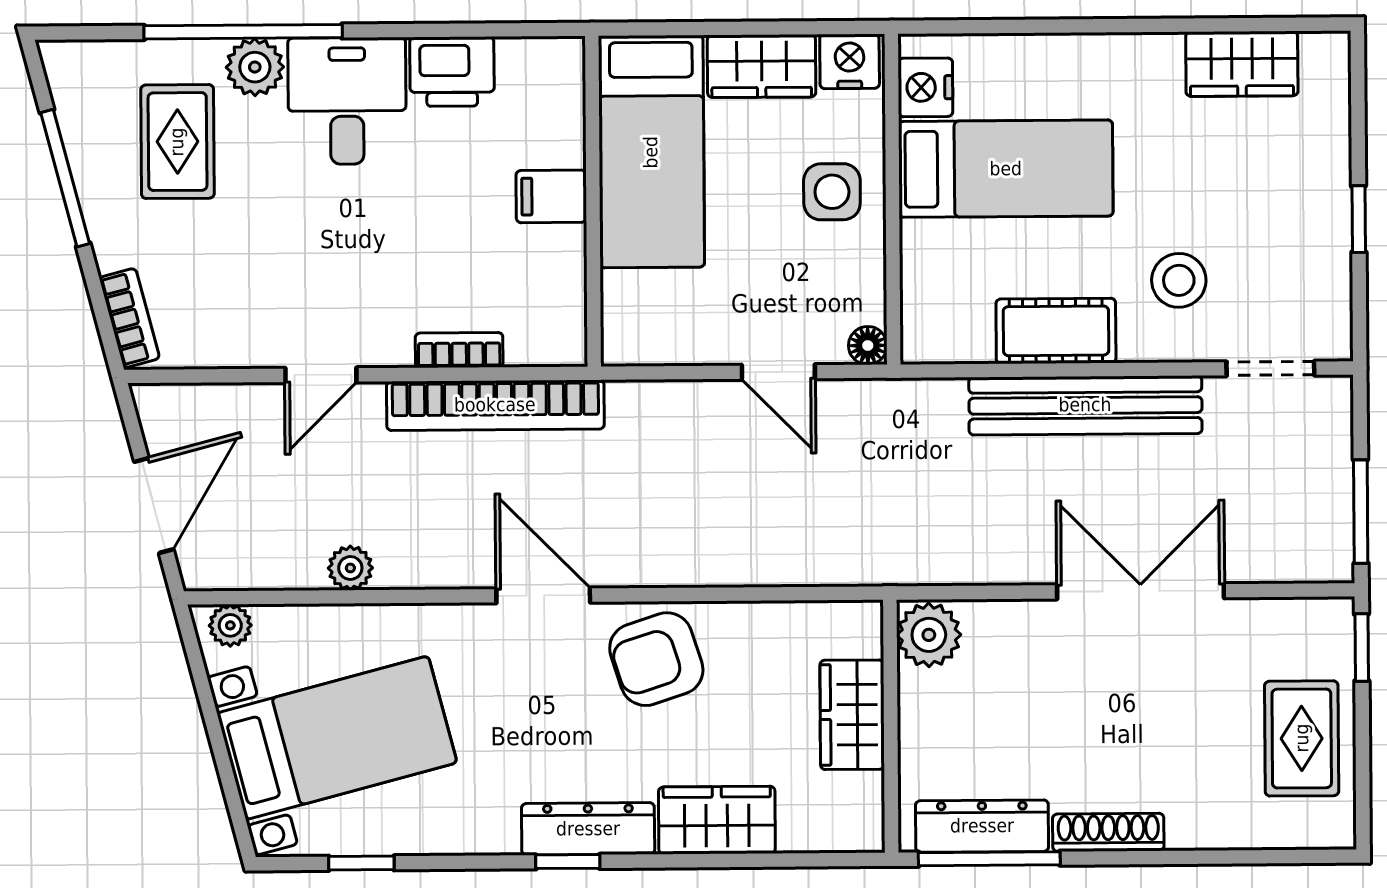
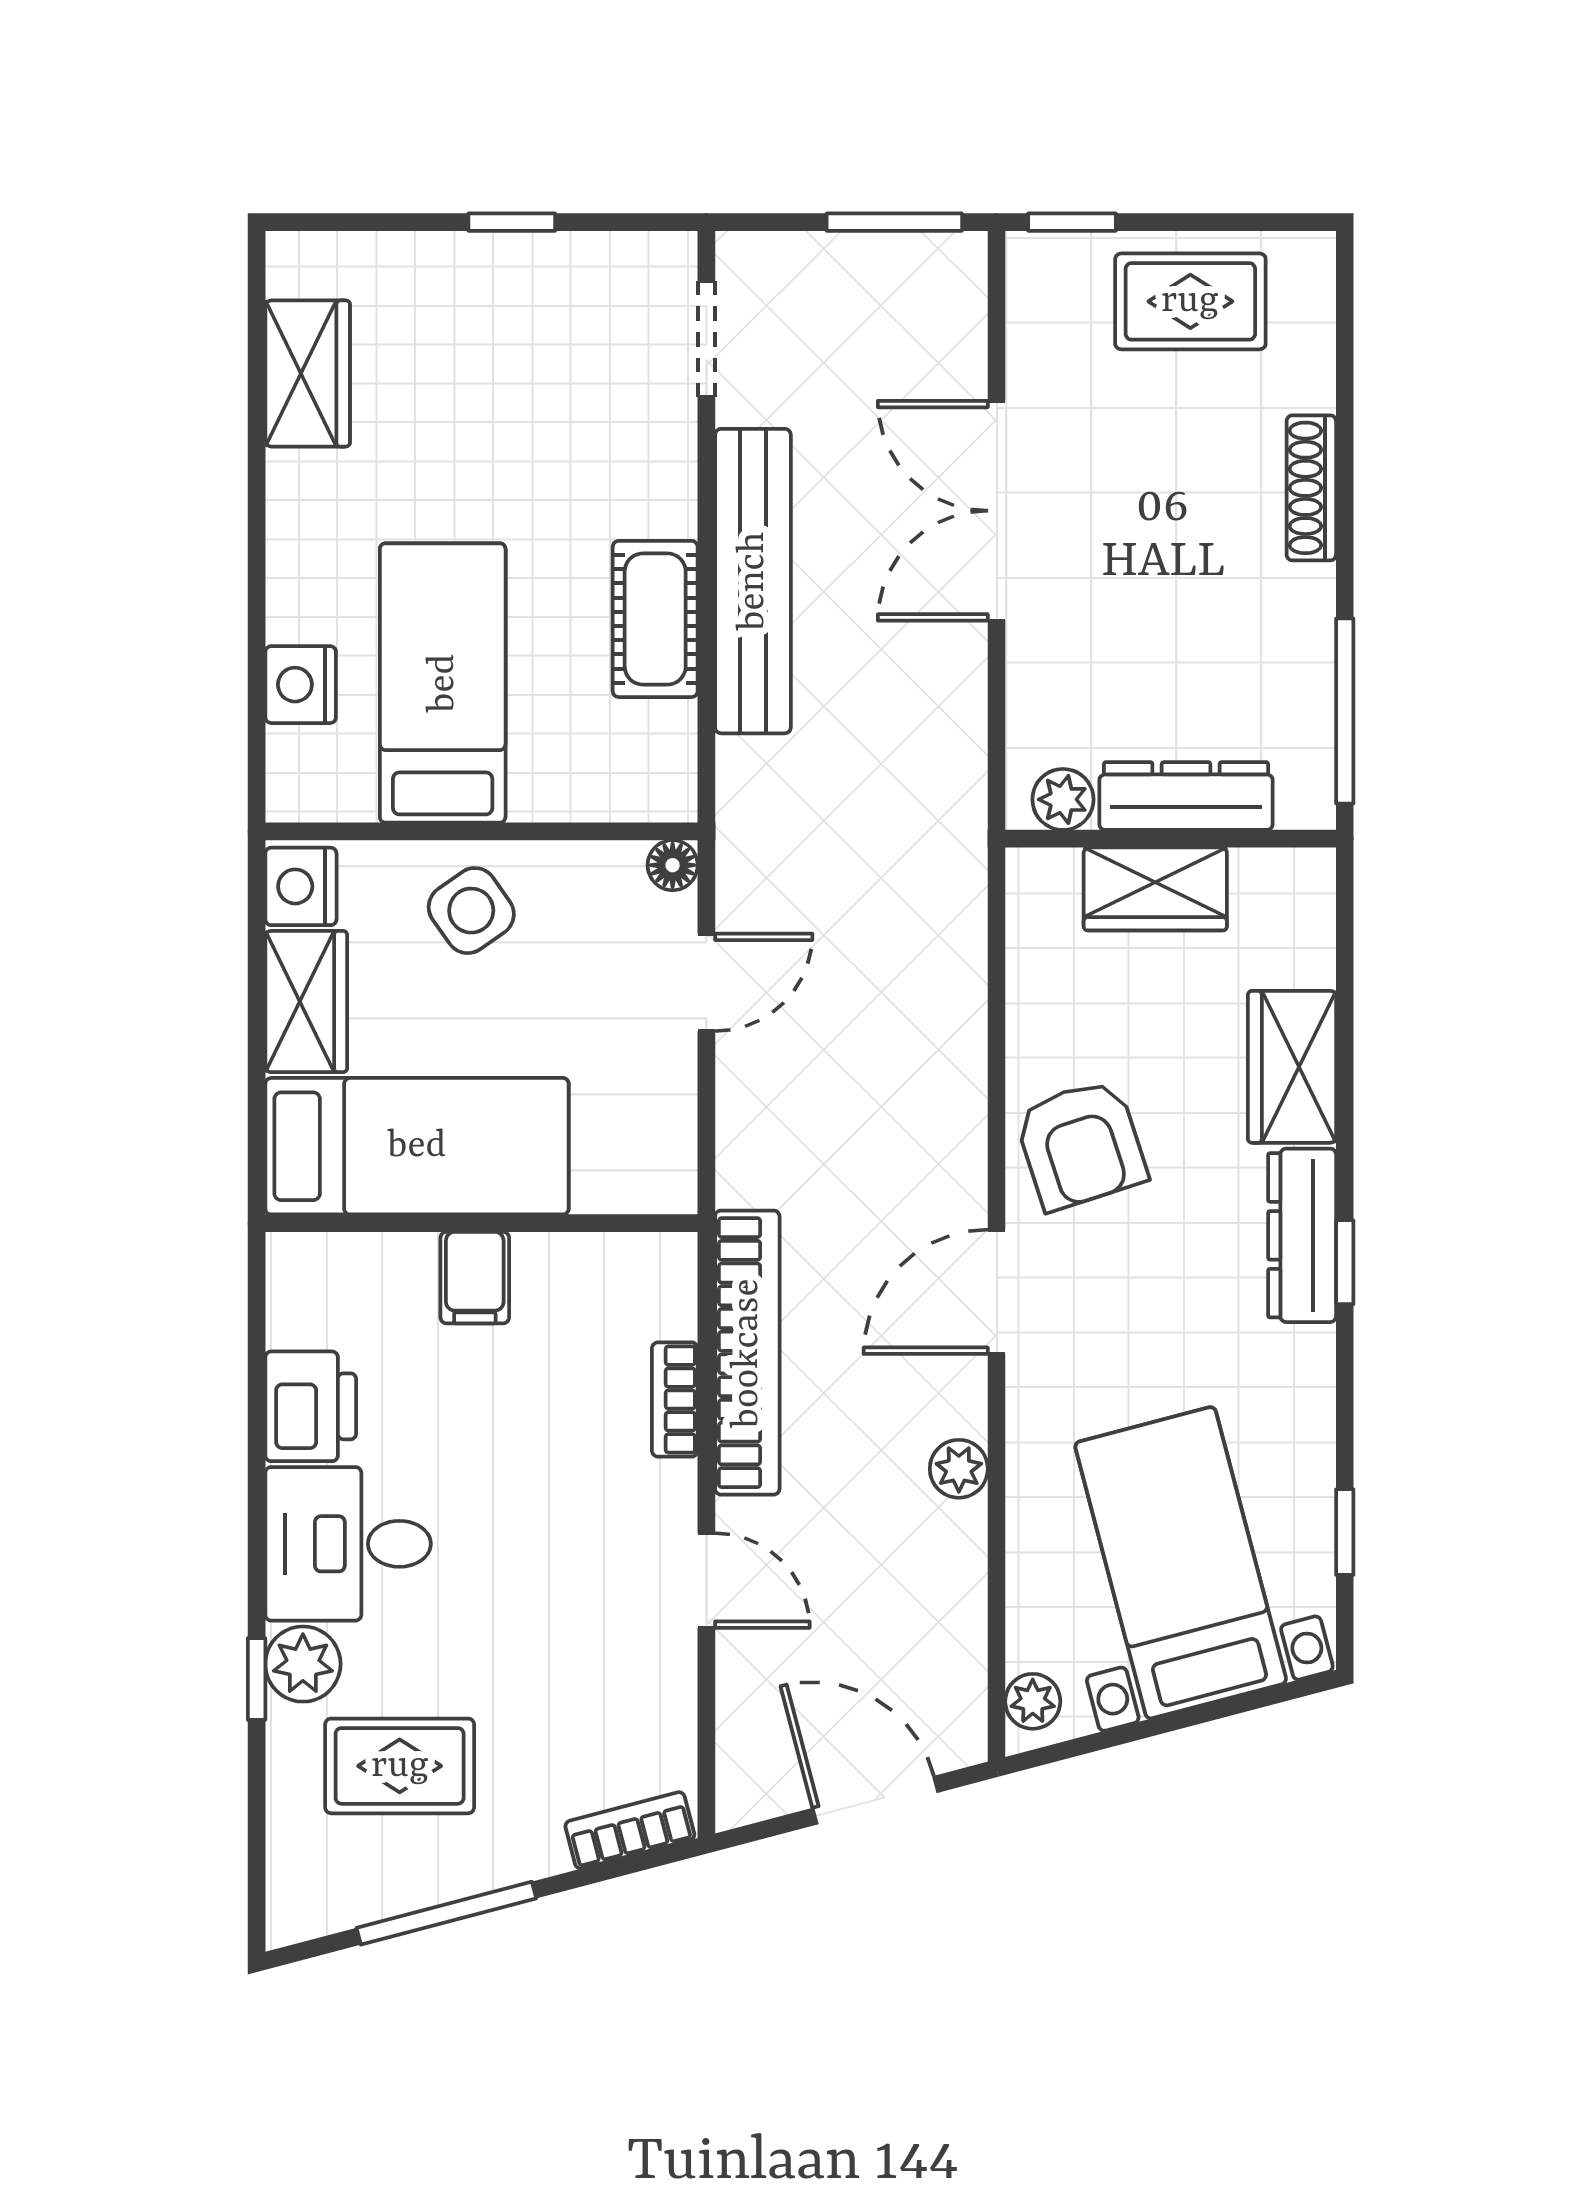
window: (243, 32) -> (257, 1679), width x0.32
nightstand: (925, 87) -> (301, 685), moved, turned 90
side table: (832, 192) -> (471, 911), turned -35
stool: (1179, 280) -> (590, 458), removed
plant: (350, 568) -> (959, 1469), moved
plant: (929, 635) -> (1063, 799), width x0.73, depth x0.73
dresser: (982, 826) -> (1186, 796), moved, turned 90
shoe rack: (1108, 832) -> (1311, 488), moved

